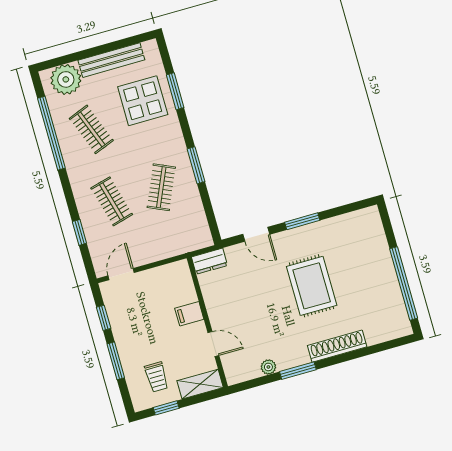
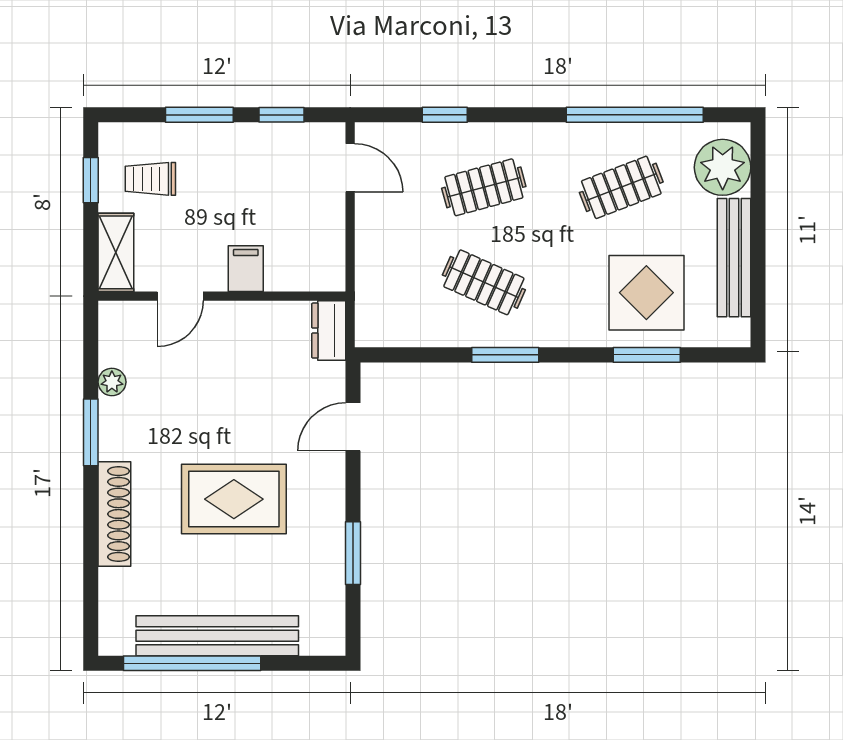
window: (302, 221) -> (353, 553), moved
bench: (386, 274) -> (217, 636), added

